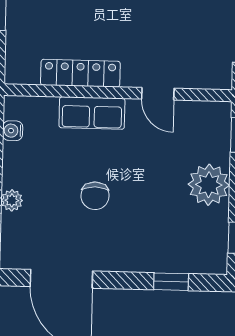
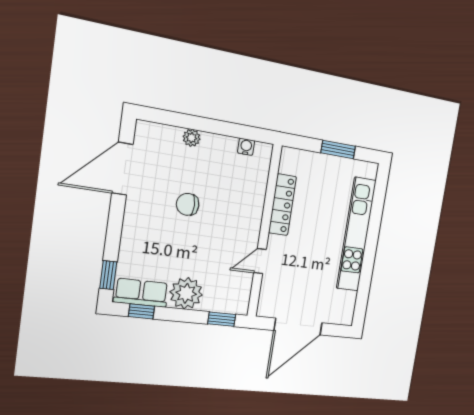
row of seats: (92, 113) -> (141, 293), moved, turned 90
window: (171, 282) -> (108, 275), moved

